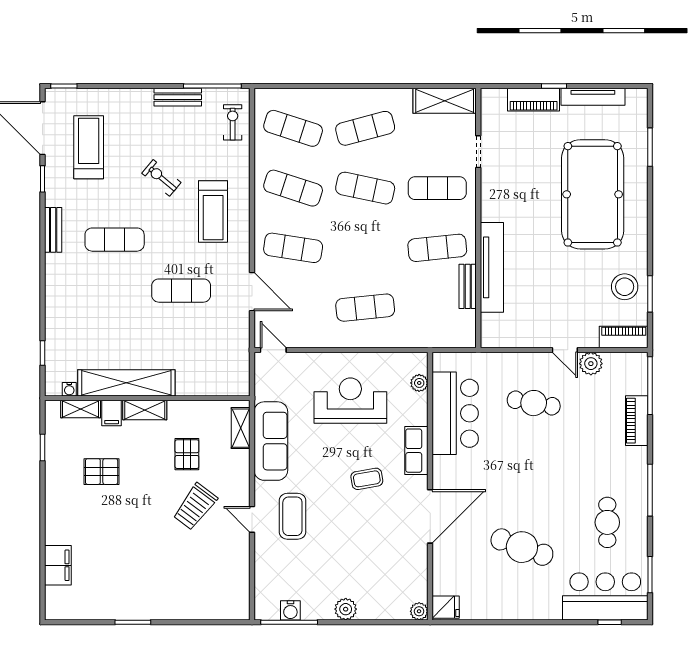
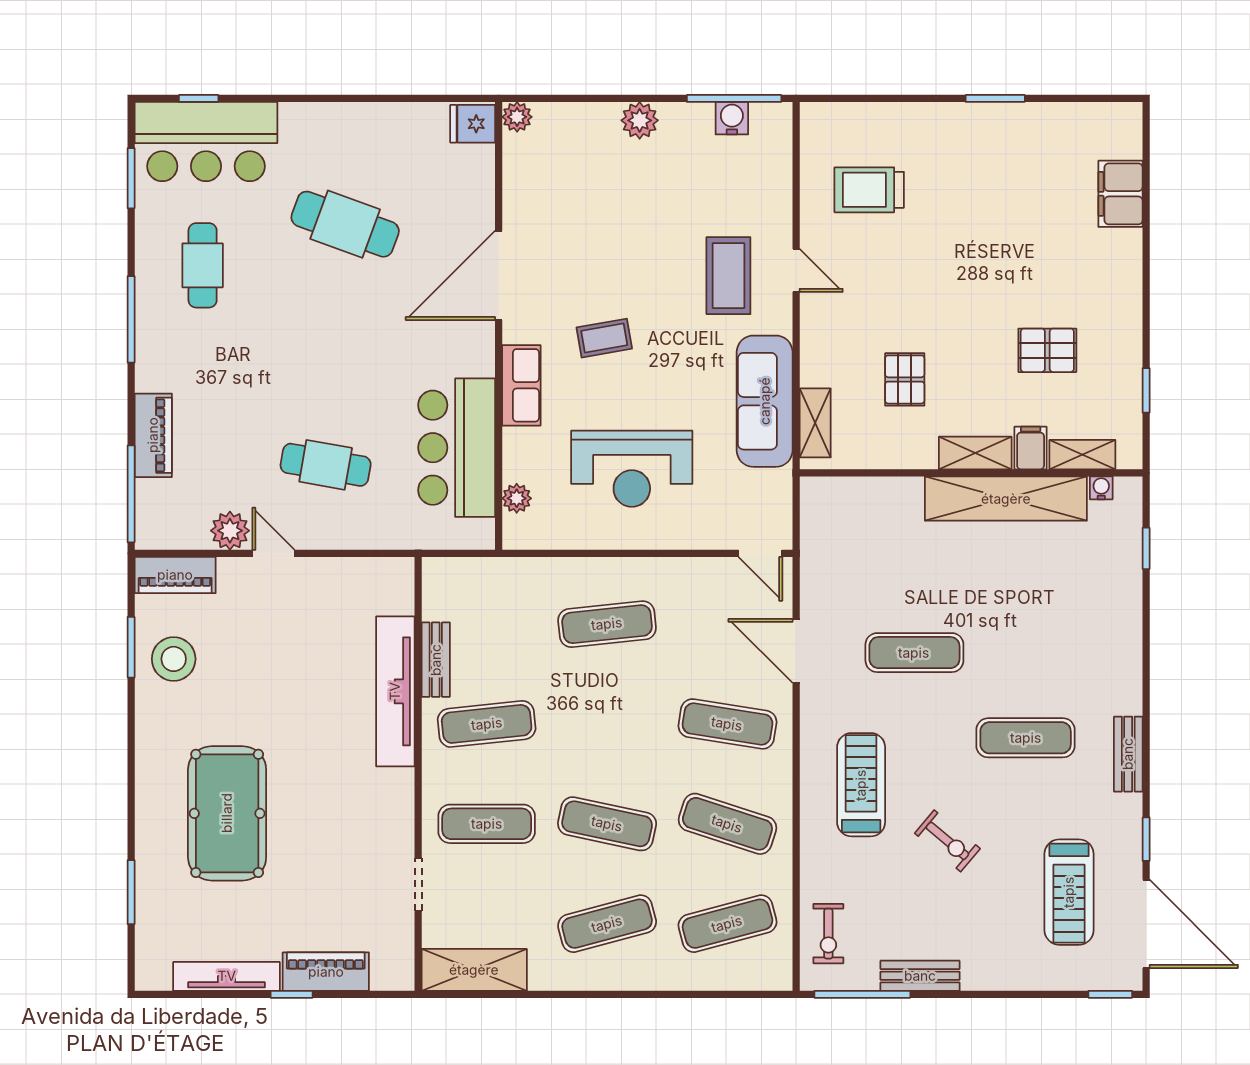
exercise mat: (293, 128) -> (727, 924), turned -33
pool table: (593, 194) -> (227, 813), width x0.73, depth x0.76
trolley: (195, 507) -> (869, 190), moved, turned -127

